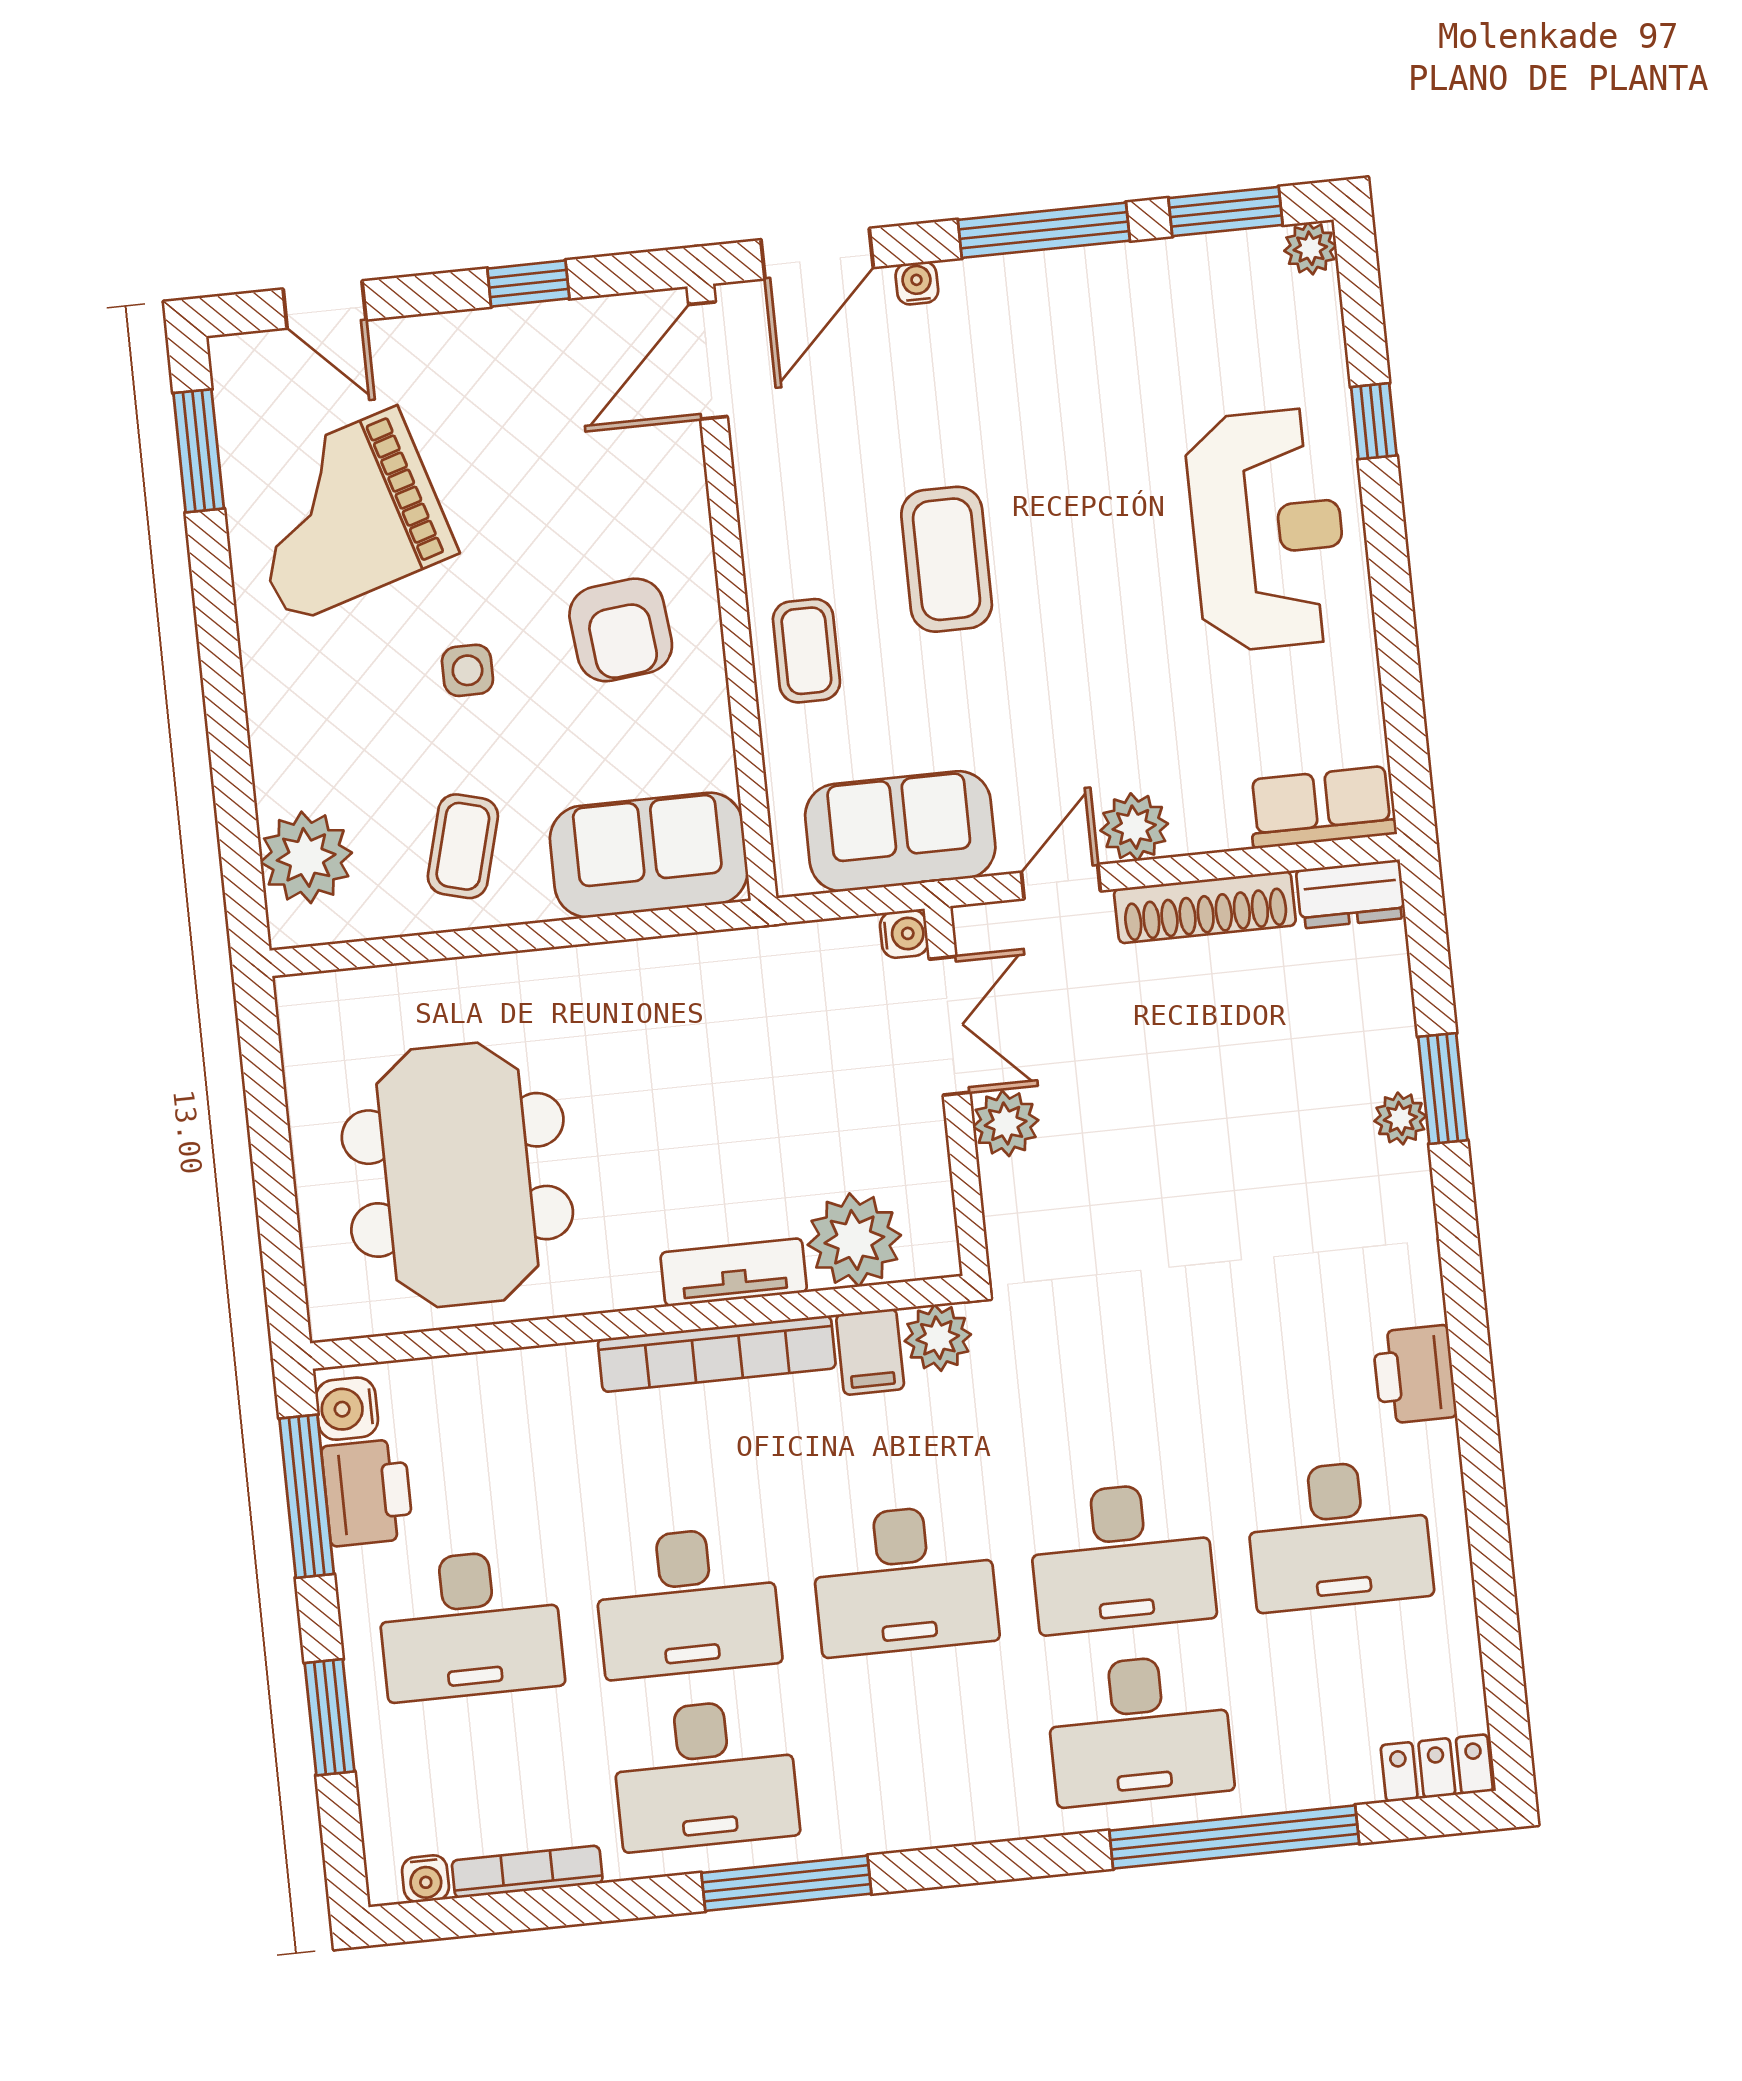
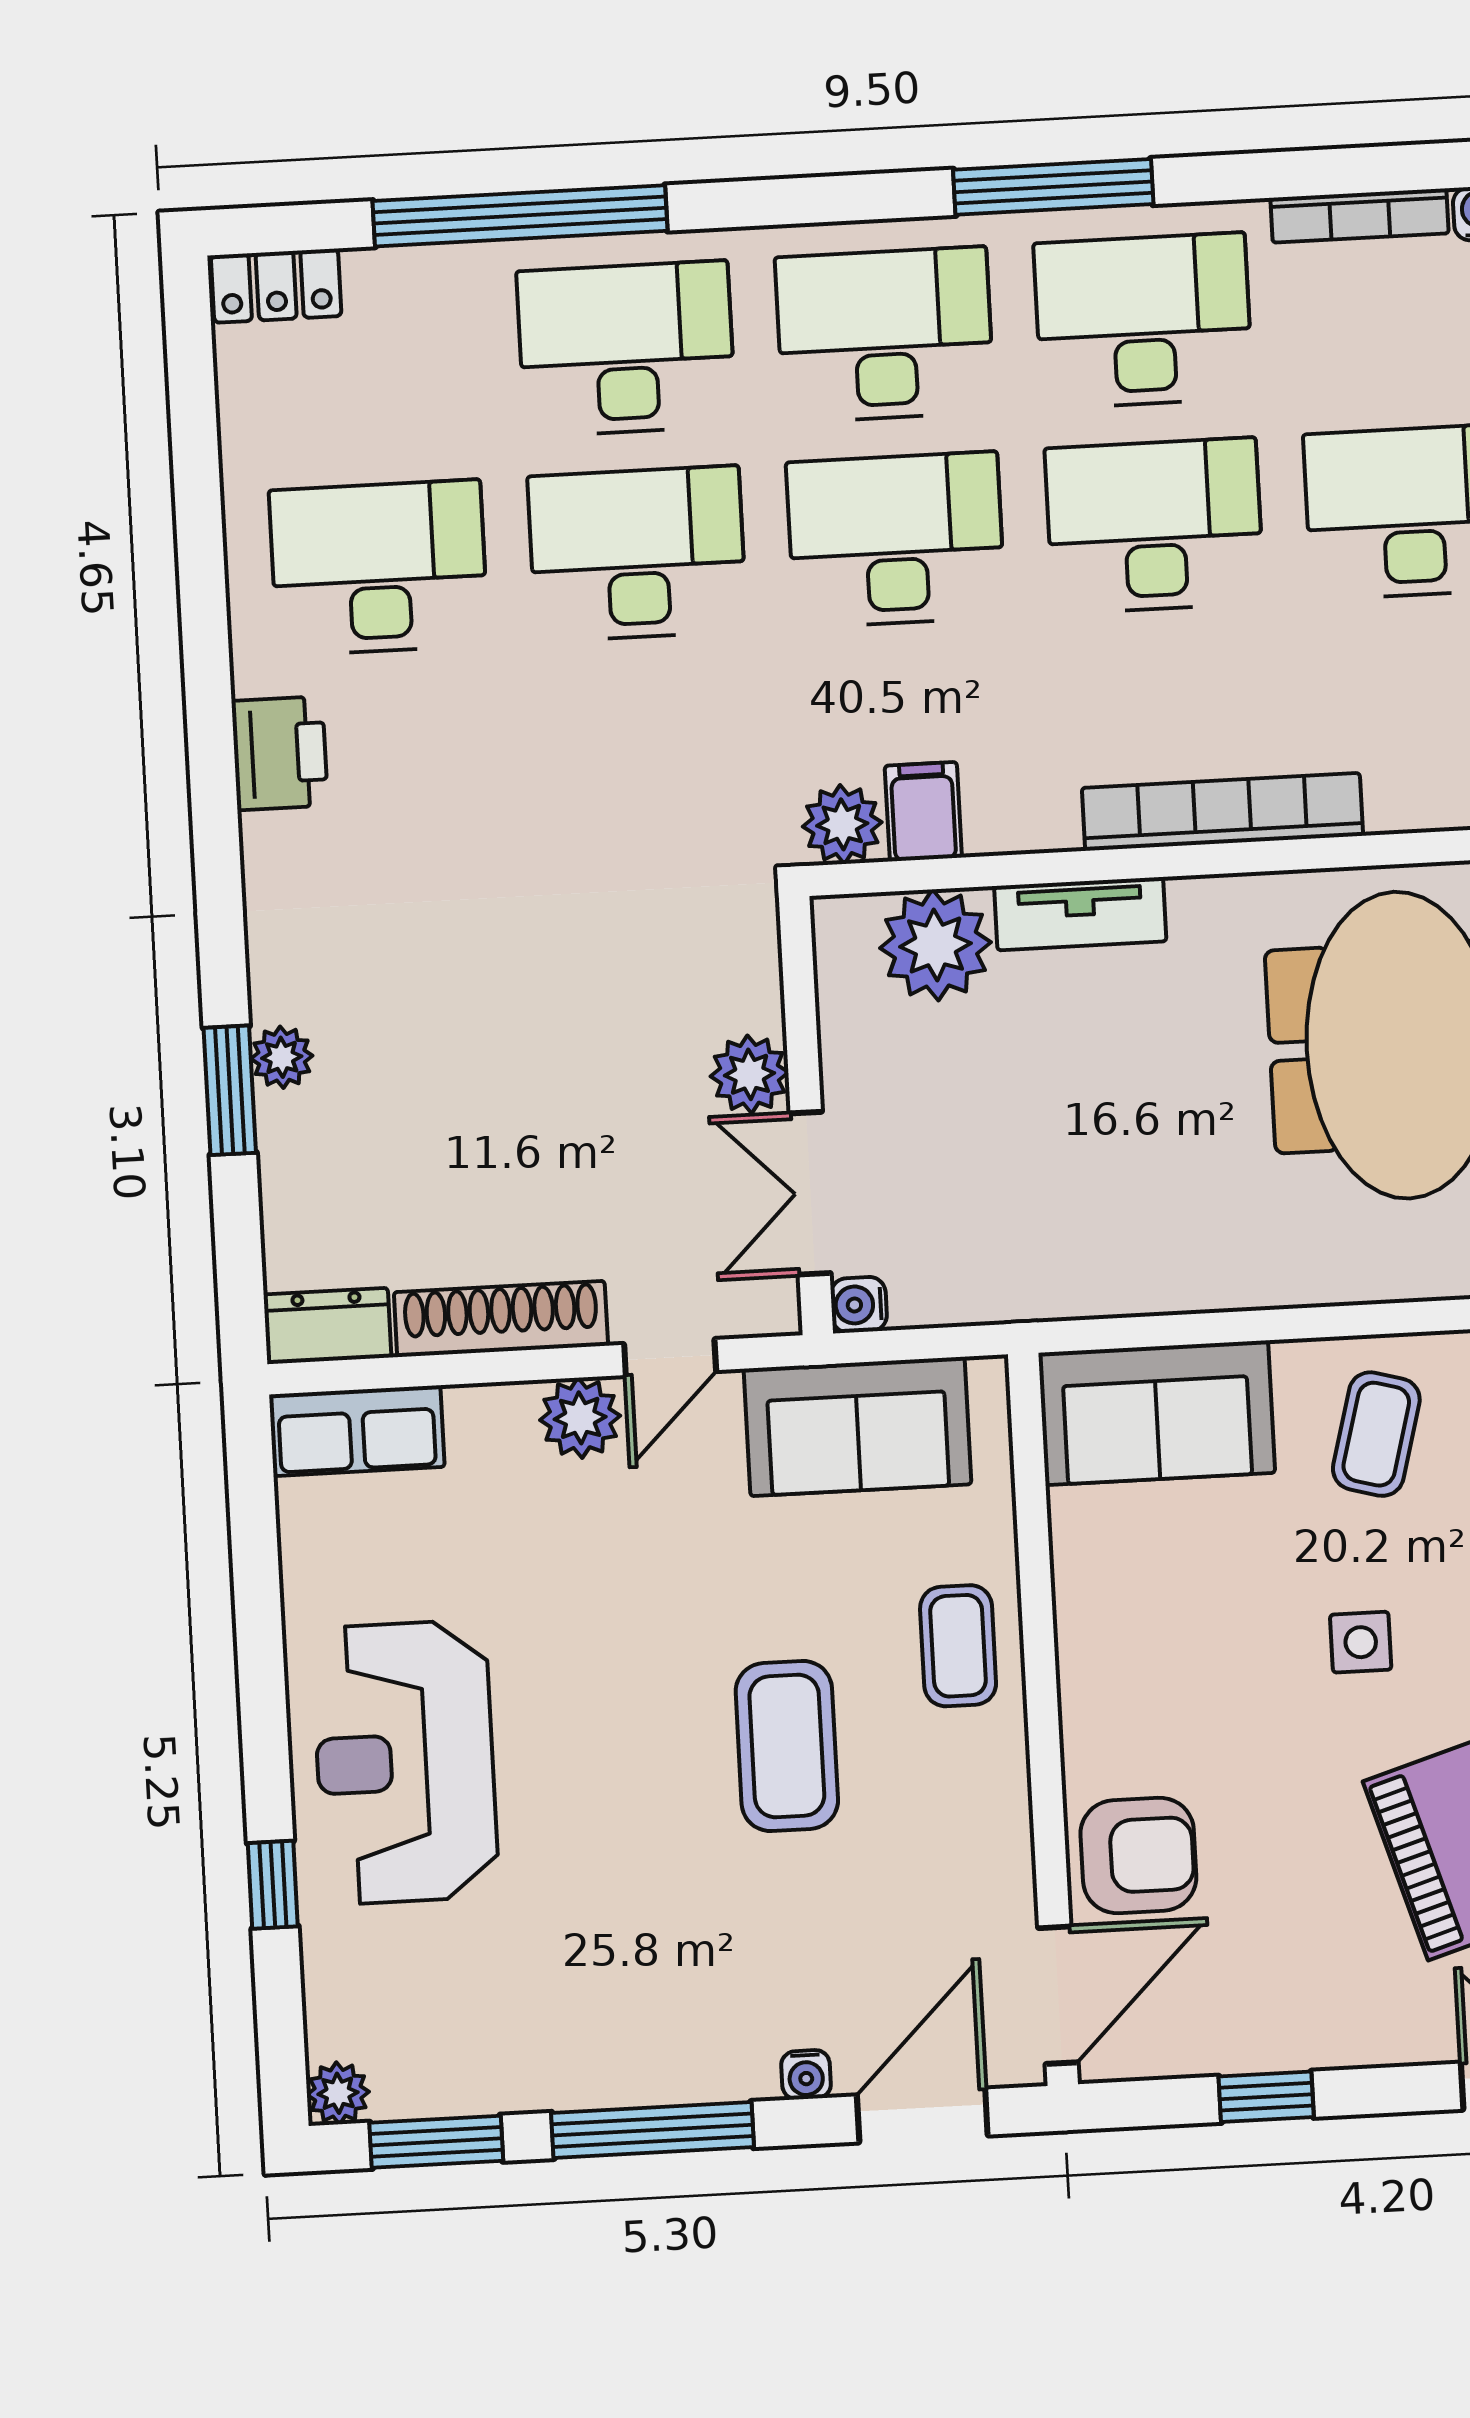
armchair: (621, 630) -> (1138, 1855), moved, turned 96
bookcase: (717, 1354) -> (1222, 812), moved
desk: (922, 1752) -> (885, 335), added

